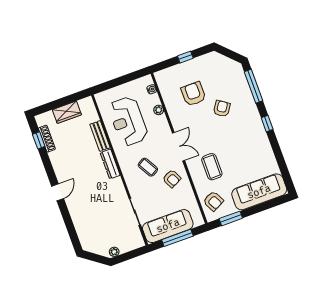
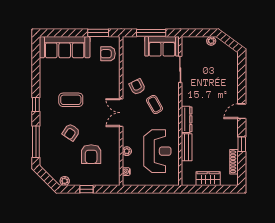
plant: (210, 57) -> (65, 181), added
window: (39, 140) -> (242, 144), moved
coffee table: (212, 167) -> (71, 100), moved, turned 90
armchair: (213, 201) -> (108, 54), turned -63
sofa: (168, 226) -> (162, 46), width x0.73

